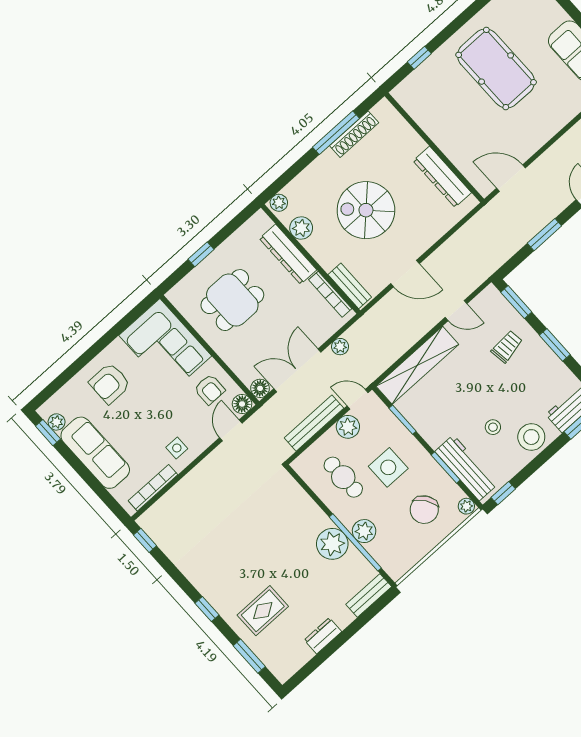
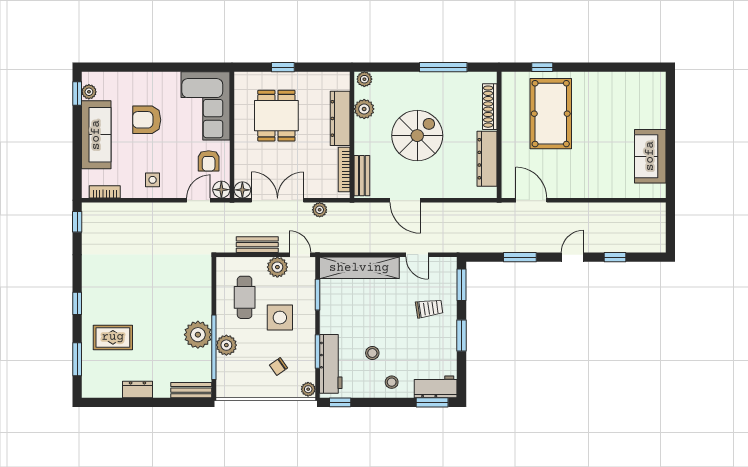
pool table: (496, 69) -> (551, 114), moved
shoe rack: (354, 134) -> (490, 107), moved, turned 90
spiral stairs: (366, 210) -> (417, 136), turned 90
dining table: (232, 300) -> (276, 116), turned 90
armchair: (110, 383) -> (147, 120), moved
bench: (314, 423) -> (257, 245), width x0.73
stool: (531, 437) -> (392, 382), width x0.53, depth x0.53
bookcase: (153, 488) -> (105, 192), width x0.64
chair: (424, 510) -> (278, 367), width x0.54, depth x0.54

